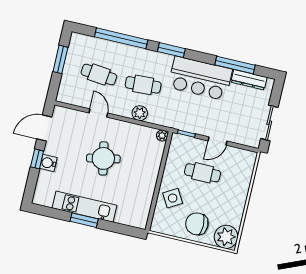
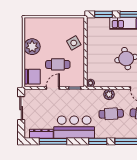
chair: (197, 224) -> (33, 77), moved
window: (121, 229) -> (103, 14), added
plant: (226, 237) -> (32, 47), moved

